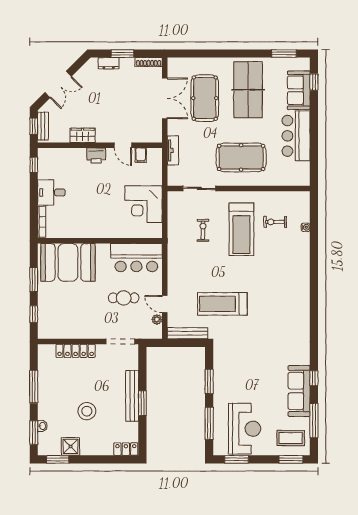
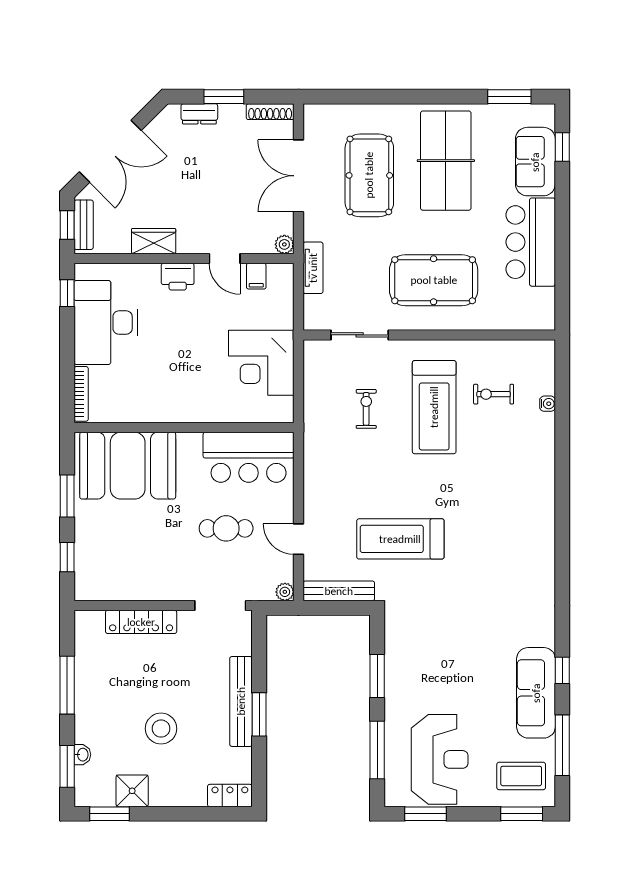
double door: (58, 84) -> (110, 151), width x1.37
double door: (165, 98) -> (298, 176), swing flipped
plant: (157, 137) -> (284, 244), added
desk: (51, 192) -> (106, 323), width x1.87, depth x1.30
plant: (157, 319) -> (285, 592), moved

